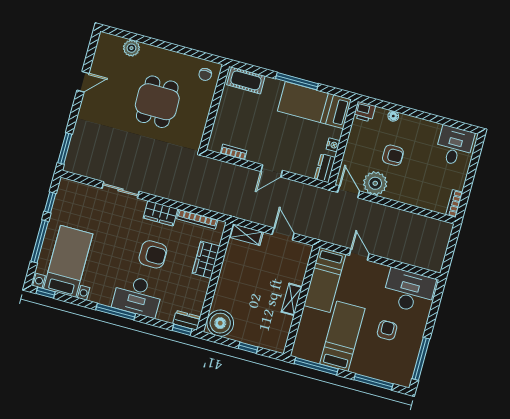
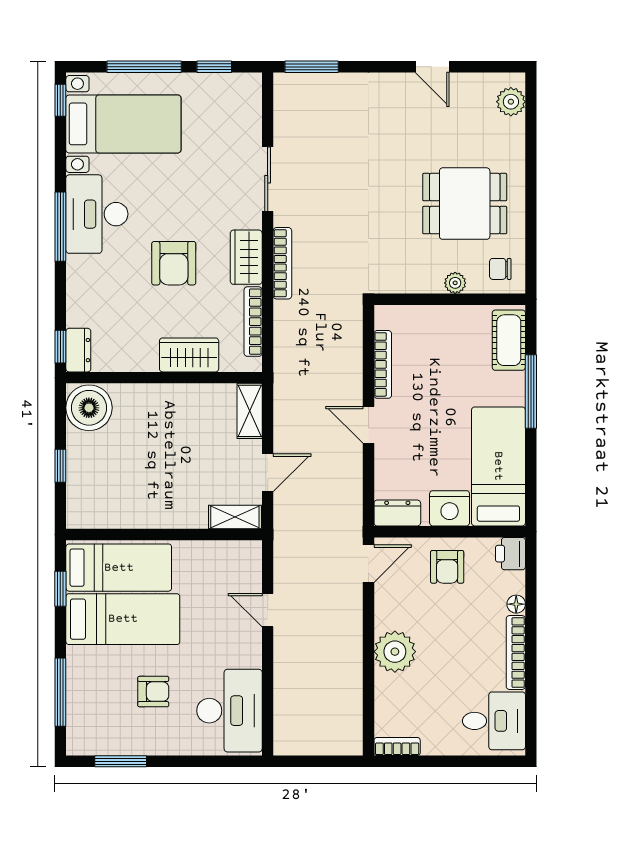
plant: (131, 48) -> (511, 102), moved
window: (297, 81) -> (531, 392), moved
dining table: (157, 102) -> (465, 204), moved
plant: (206, 102) -> (455, 283), added
bookcase: (420, 124) -> (516, 653), added
nightstand: (333, 145) -> (450, 508), width x1.89, depth x1.79
bookcase: (234, 152) -> (383, 364), width x1.56
armchair: (393, 155) -> (447, 567), moved
plant: (375, 183) -> (395, 652), moved
bookcase: (169, 194) -> (282, 263), added
door: (359, 255) -> (268, 610), swing flipped
bed: (325, 280) -> (119, 568), moved, turned 180
desk: (138, 296) -> (97, 214), moved
shelving: (292, 299) -> (235, 517), moved
window: (421, 359) -> (121, 761), width x0.69
window: (316, 366) -> (60, 589), width x0.46

